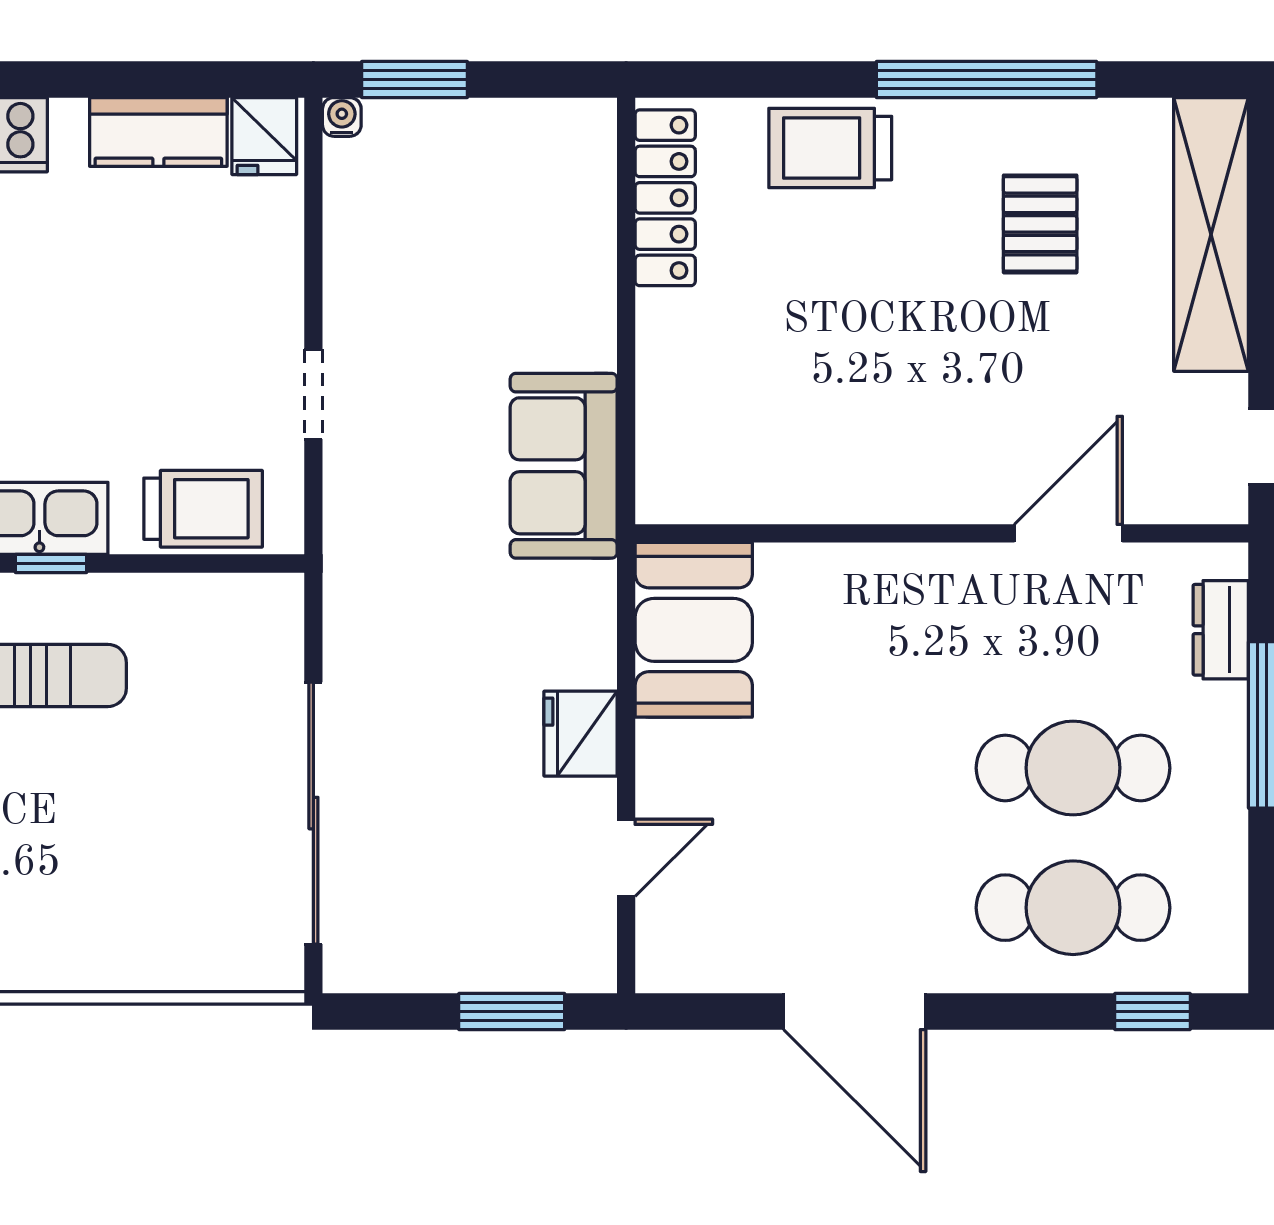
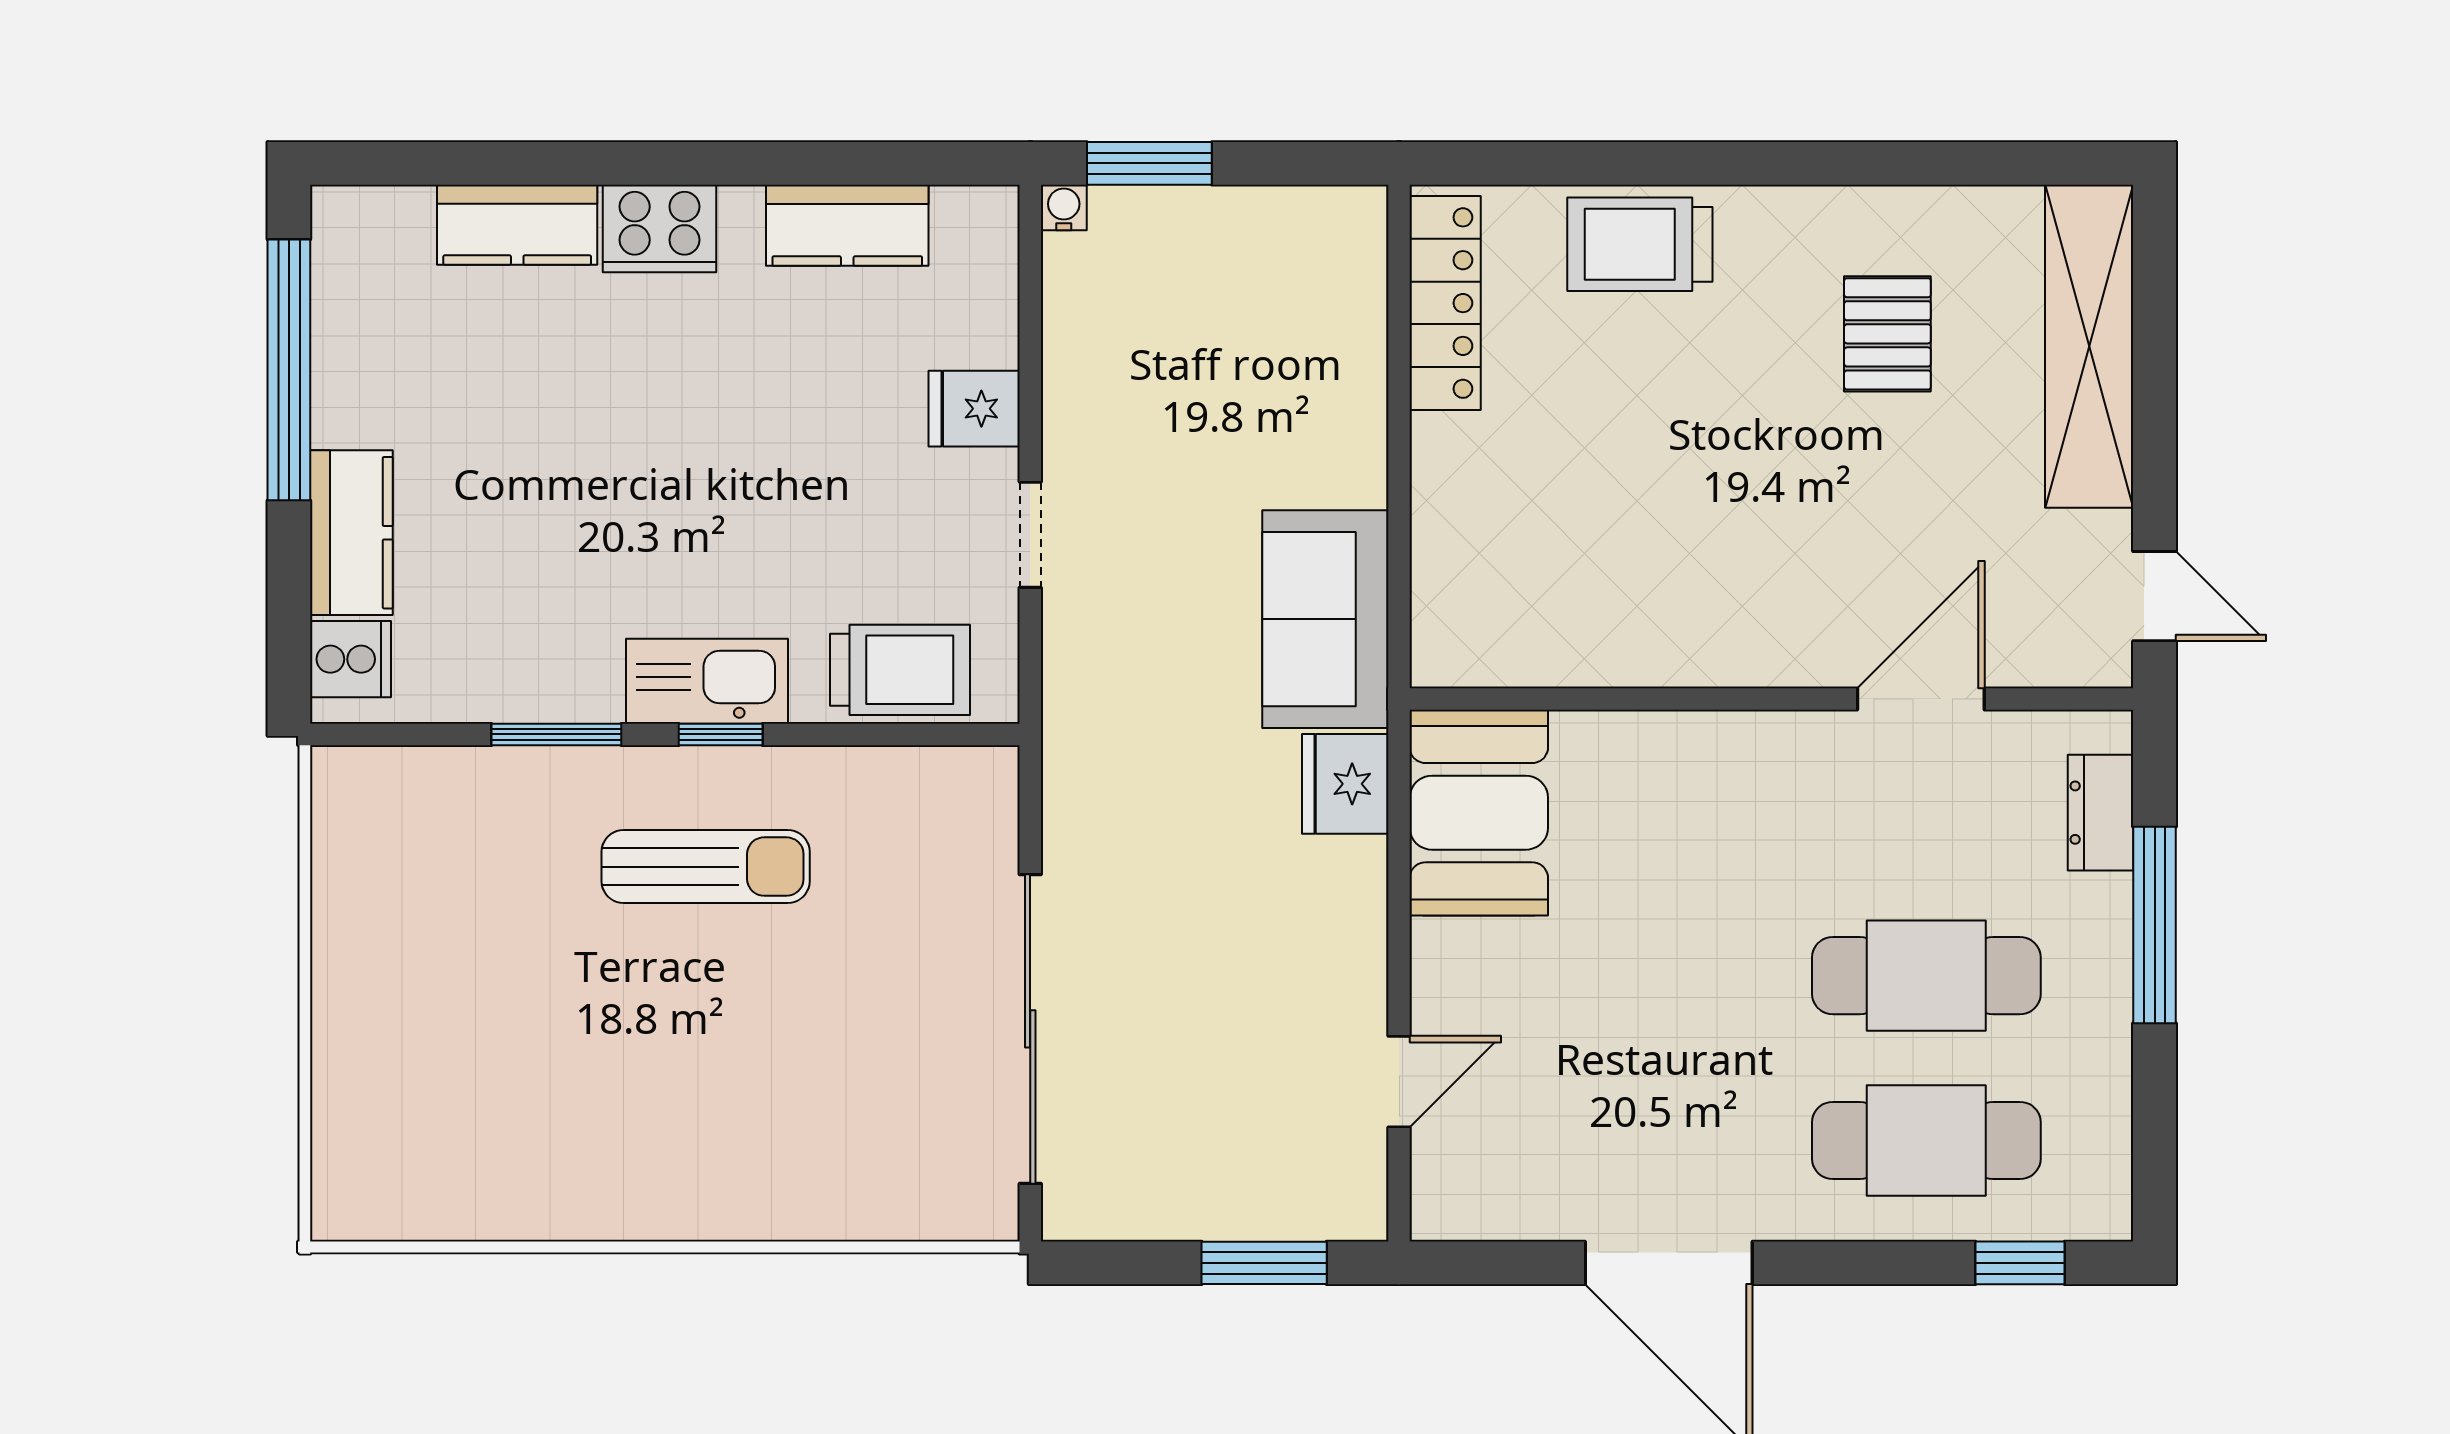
window: (987, 79) -> (1824, 163), removed
fridge: (264, 136) -> (974, 409), moved, turned 90
fridge: (581, 734) -> (1345, 784), moved

